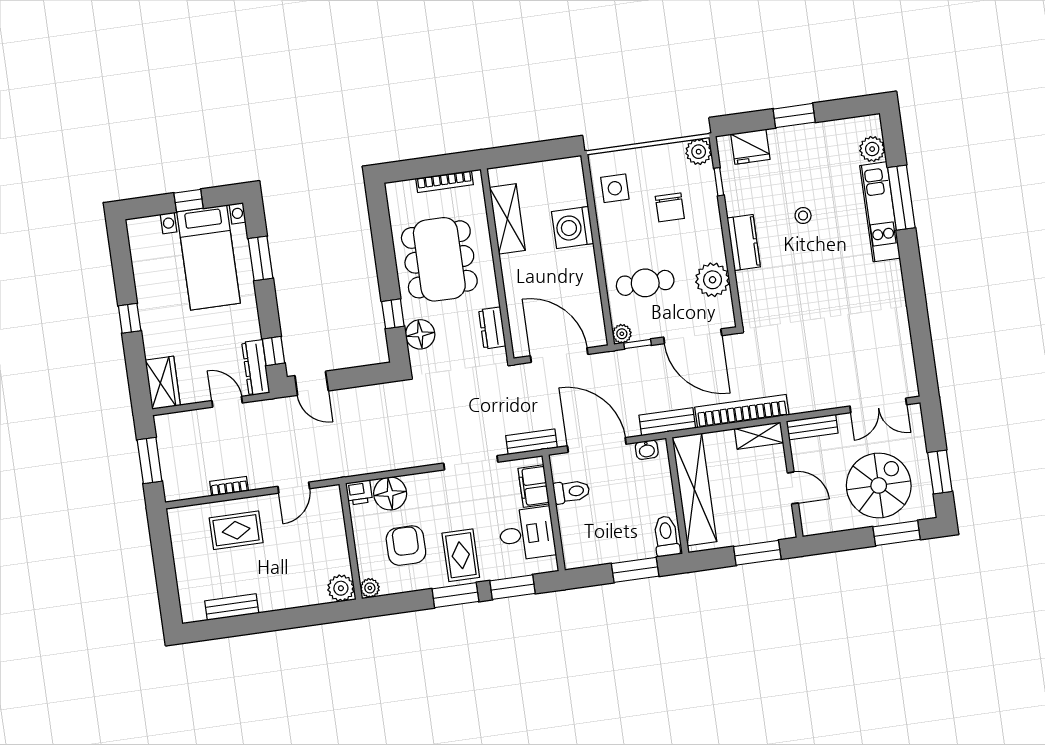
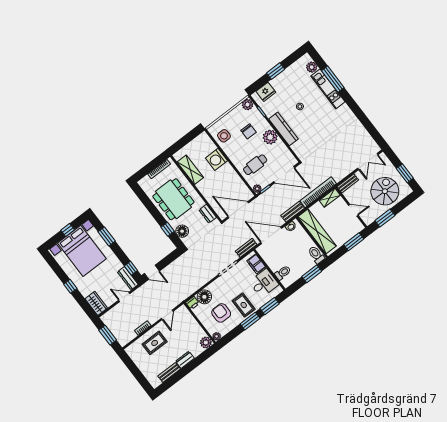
kitchen counter: (744, 242) -> (283, 129), width x1.50
bed with nightstands: (209, 258) -> (82, 251), width x1.36
plant: (713, 280) -> (270, 137), moved
toilet: (571, 492) -> (283, 273), moved
window: (897, 533) -> (385, 218), moved
dresser: (279, 599) -> (185, 360), added

